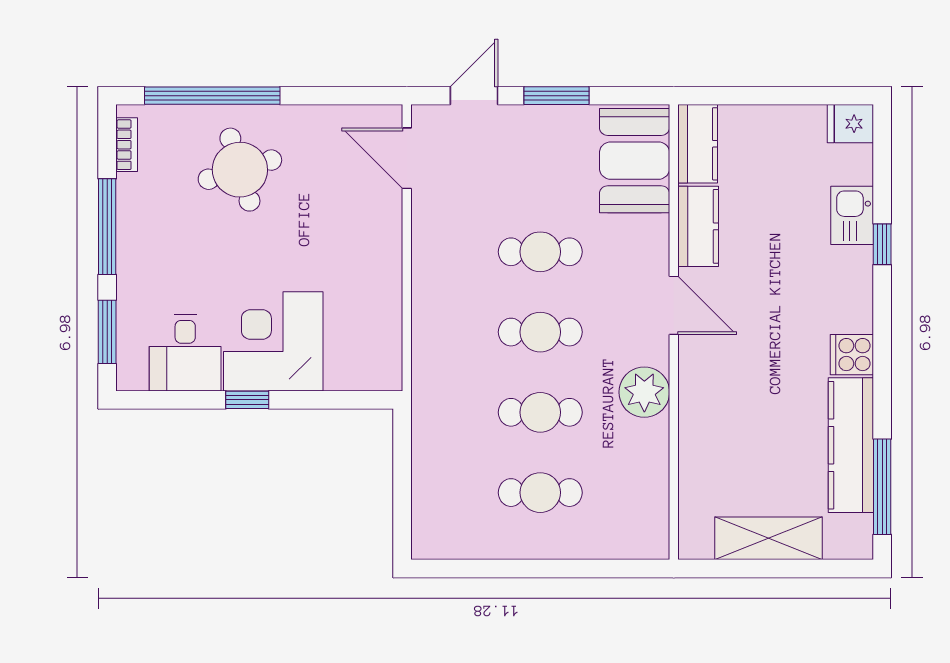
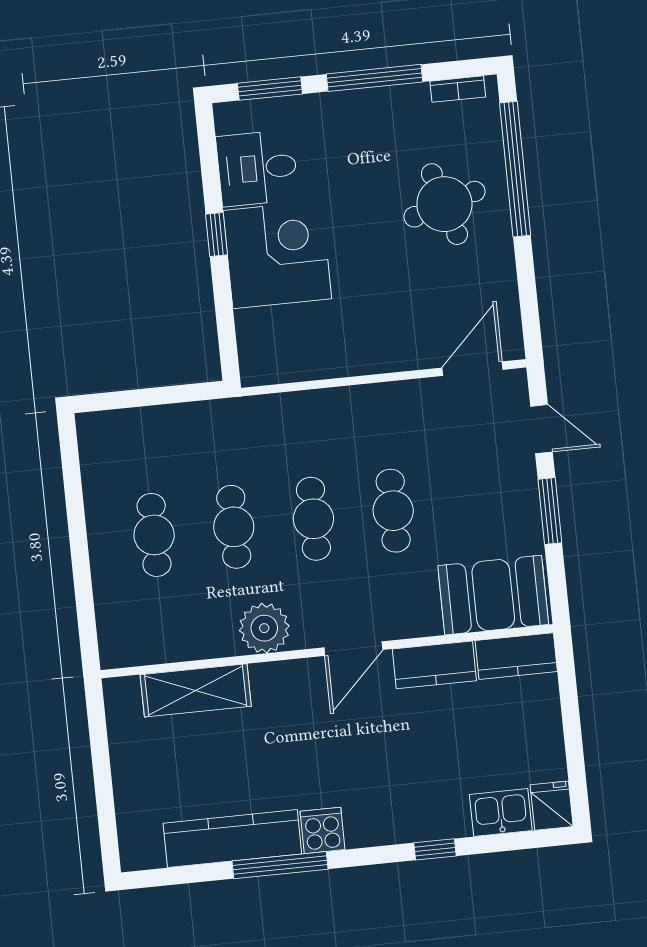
kitchen sink: (852, 215) -> (501, 813), moved
window: (882, 487) -> (280, 865), moved
shelving: (768, 538) -> (196, 690), moved, turned 90

